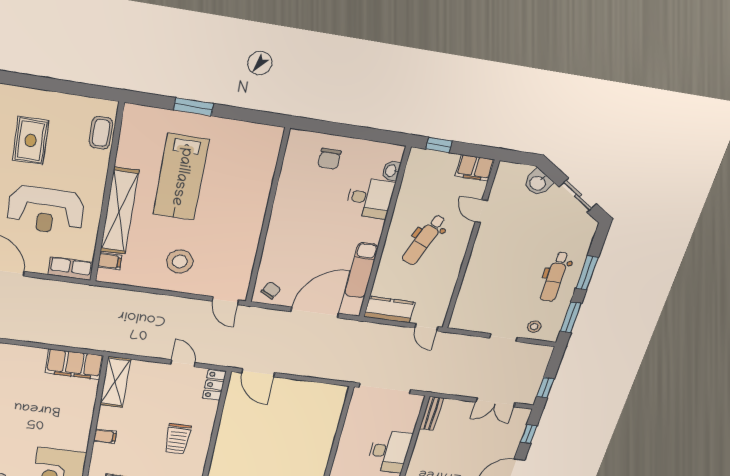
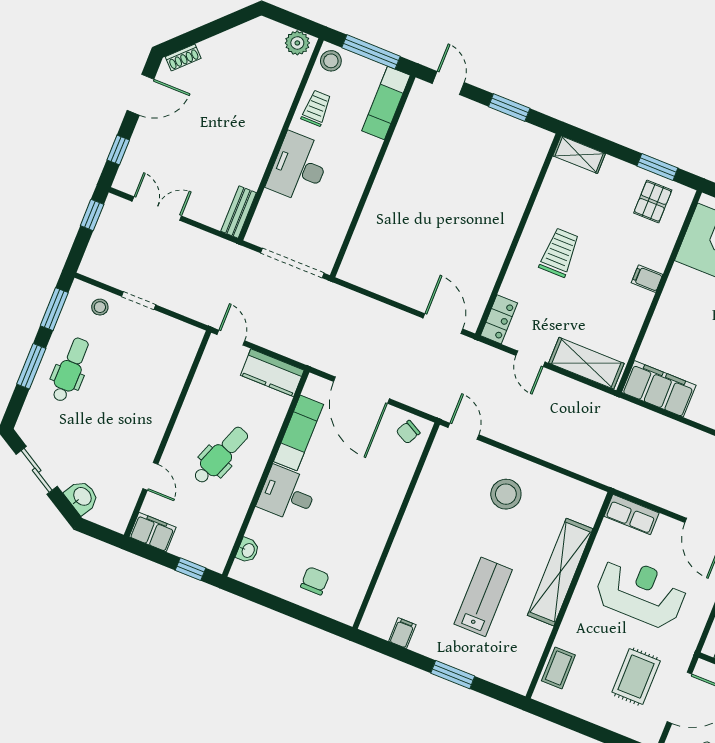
lab bench: (181, 177) -> (483, 597), width x0.73, depth x0.72
desk: (370, 198) -> (287, 494), moved
filing cabinet: (110, 261) -> (402, 633), moved, turned 90
door: (315, 312) -> (361, 390), hinge flipped
shelving: (115, 382) -> (586, 363), moved, turned 90

